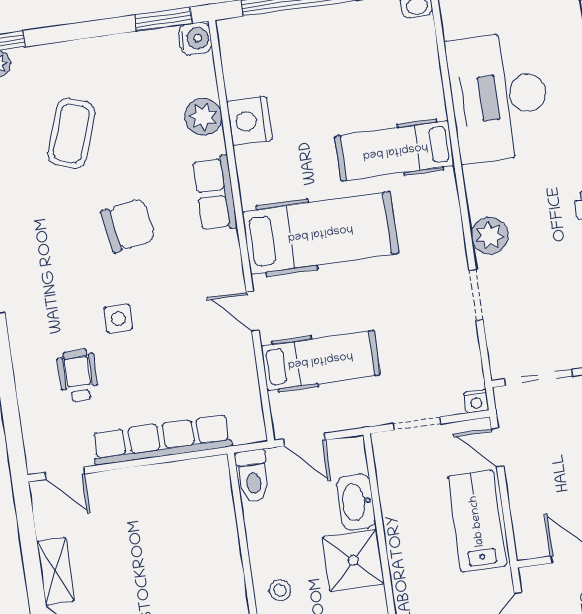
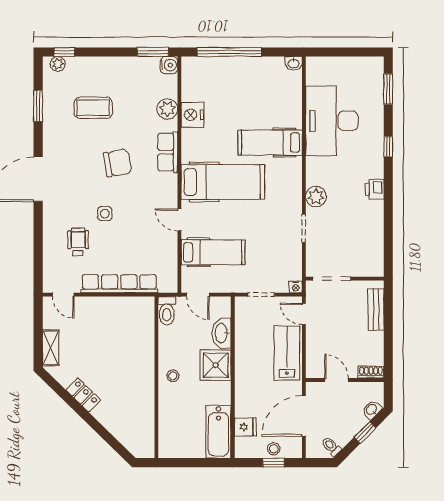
coffee table: (71, 133) -> (93, 108), turned 71

